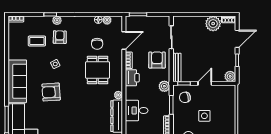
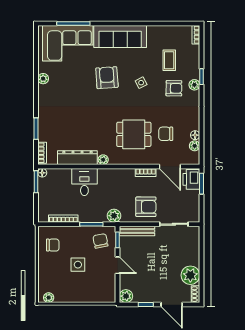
printer: (132, 78) -> (191, 179), moved, turned 90

